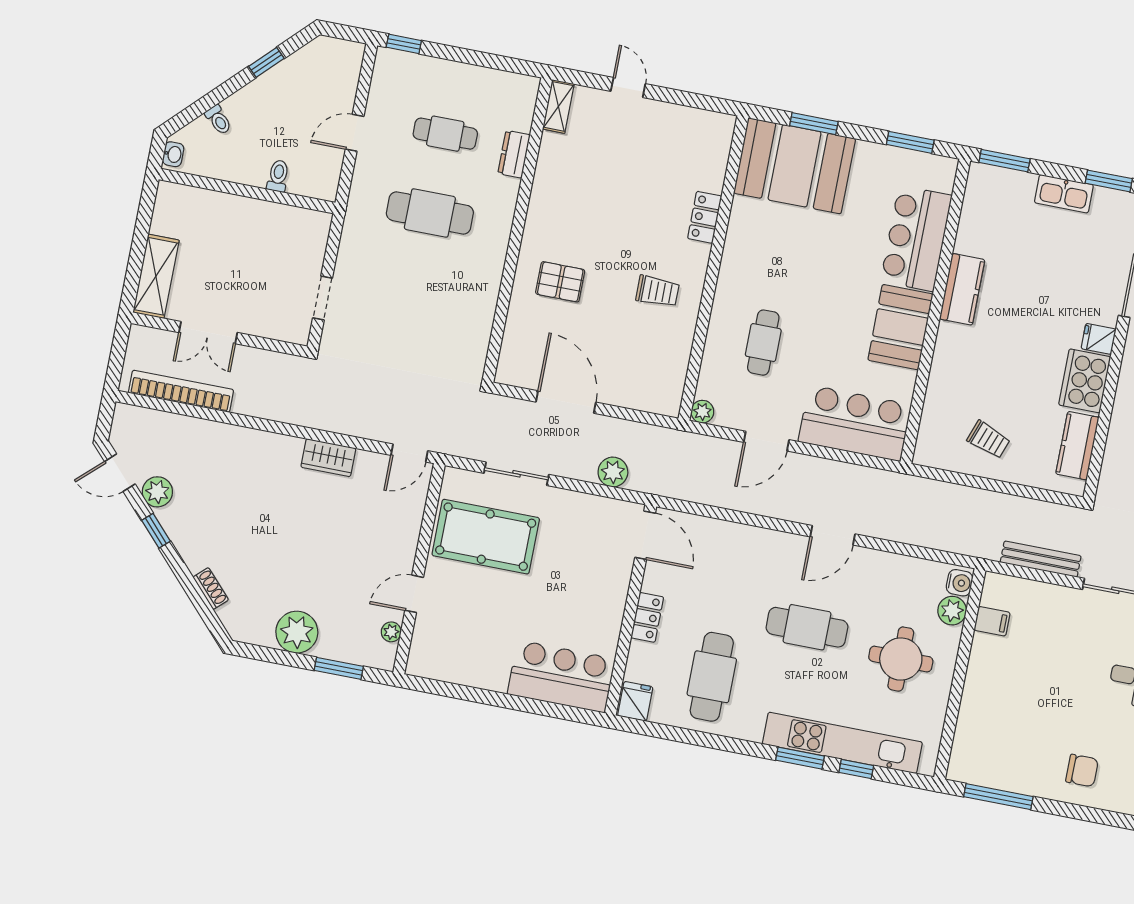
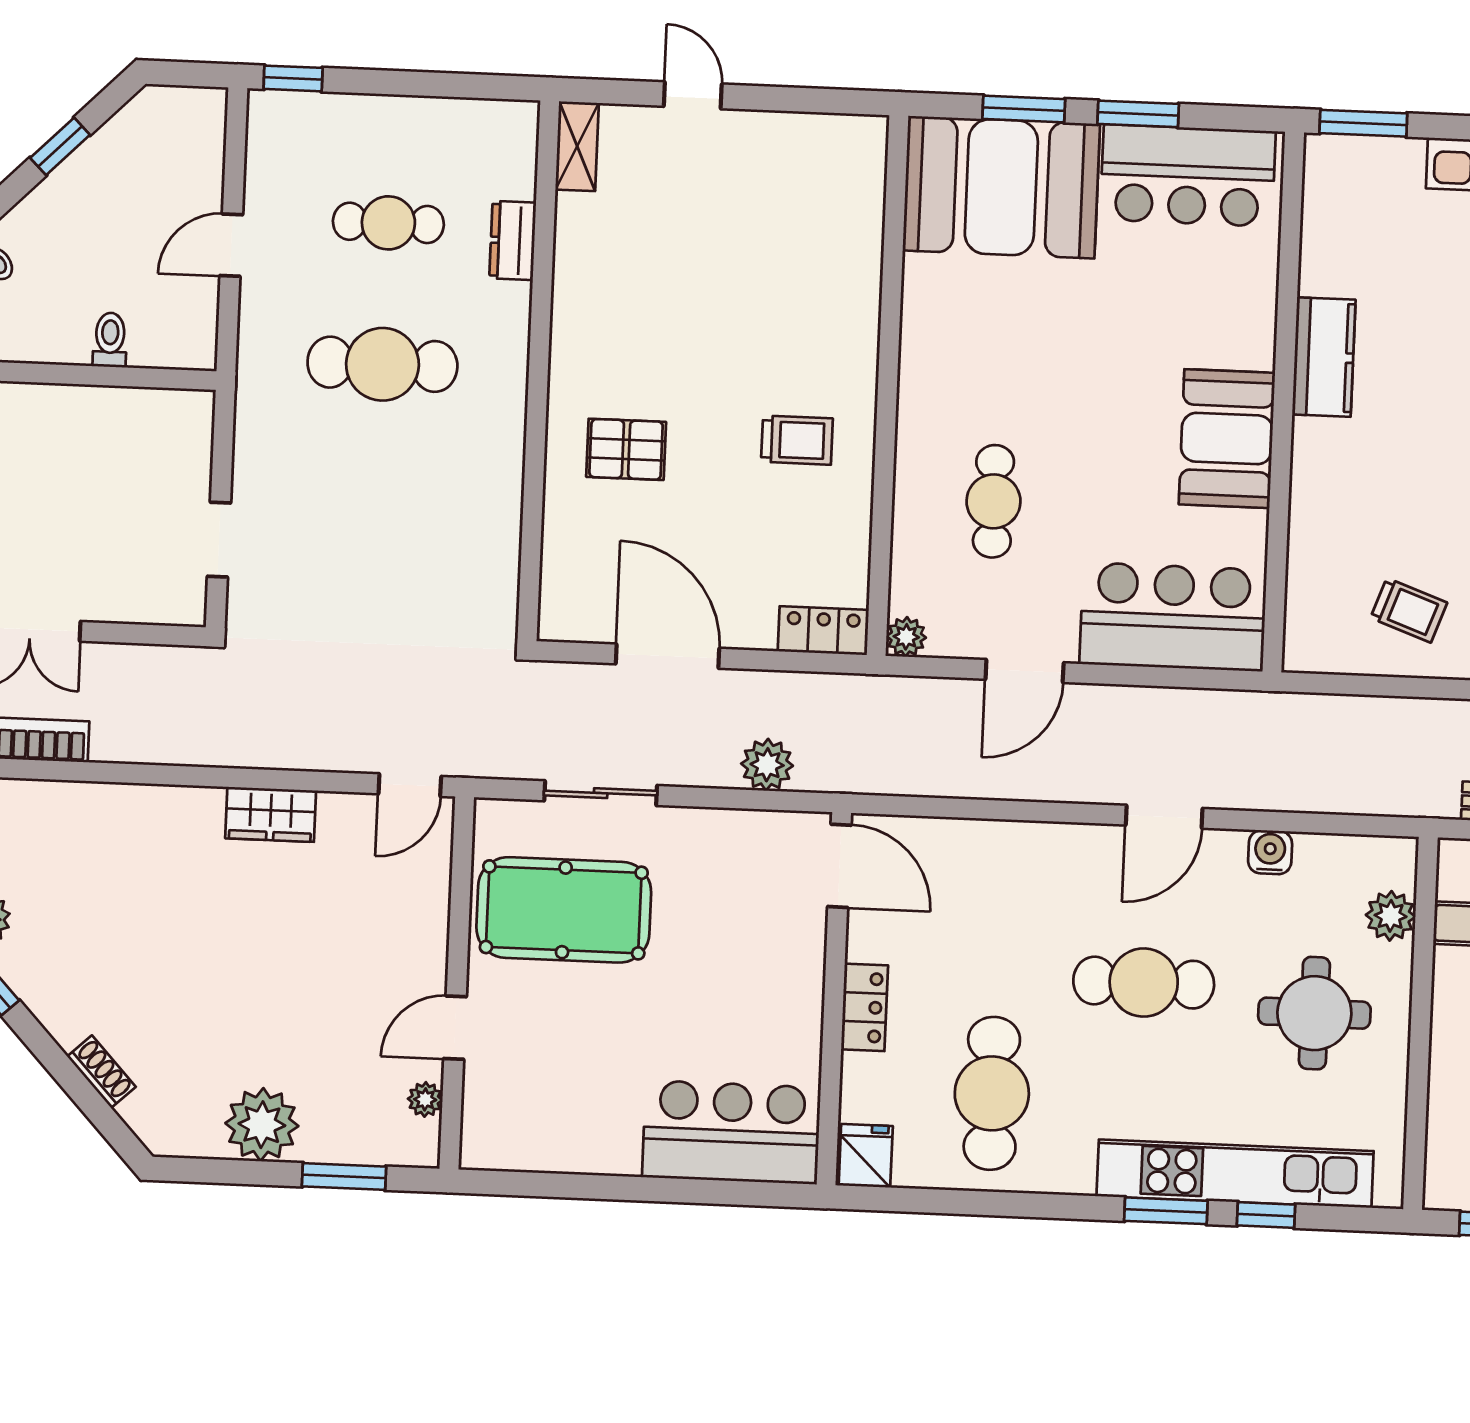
window: (910, 142) -> (1138, 114), moved
locker: (705, 217) -> (823, 631), moved, turned 90
bar counter: (916, 238) -> (1188, 175), moved, turned -90
water cooler: (959, 583) -> (1270, 852), moved, turned -90

